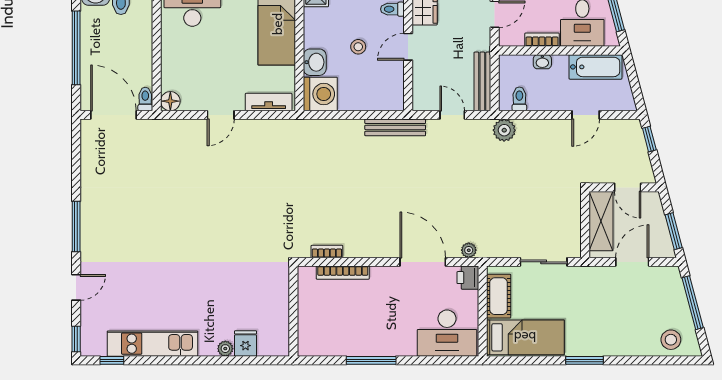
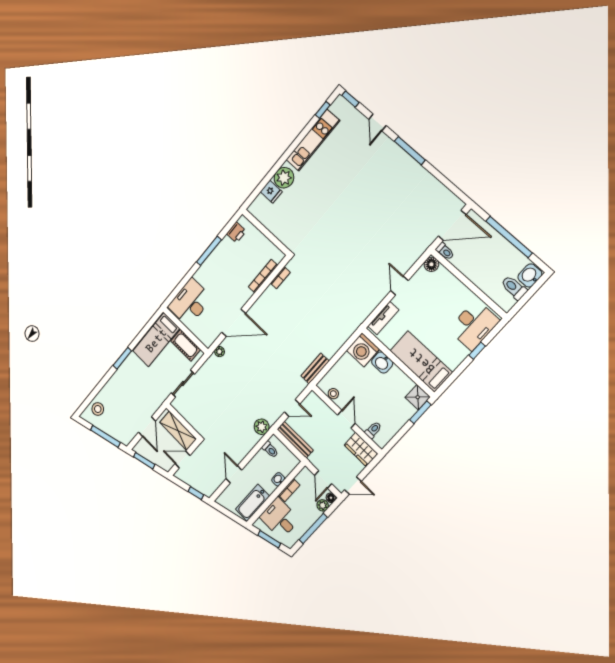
stool: (358, 47) -> (333, 394), moved
bench: (395, 127) -> (315, 368), width x0.73
printer: (468, 278) -> (236, 232), moved, turned 90
plant: (225, 349) -> (284, 178), width x1.88, depth x1.88

